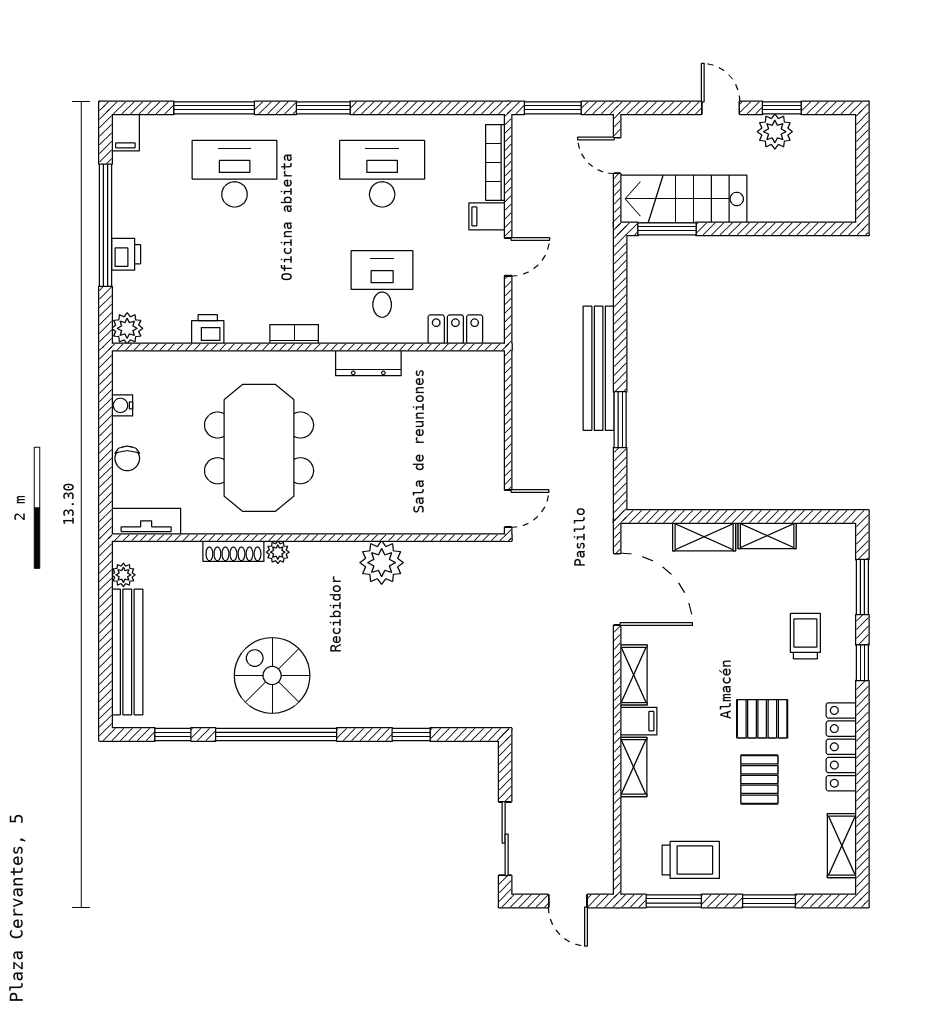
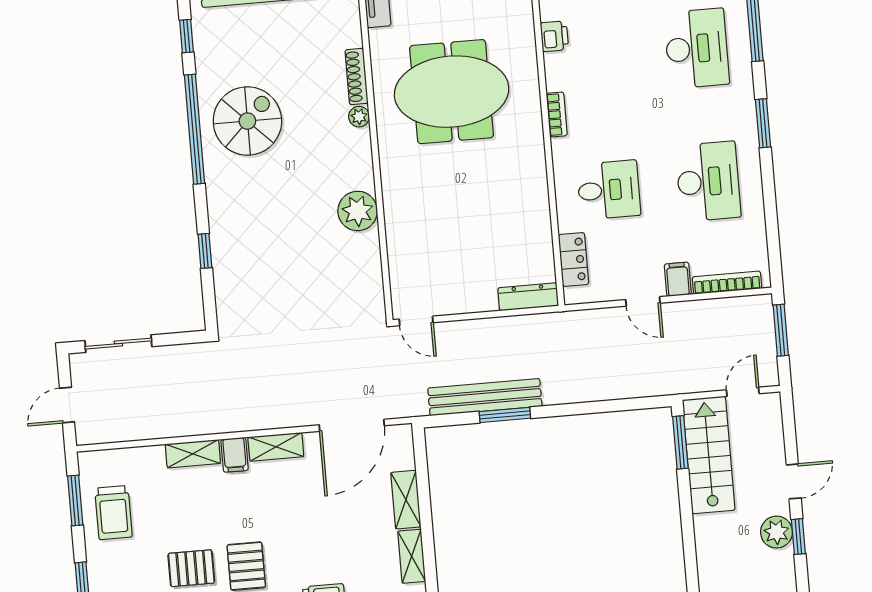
dresser: (368, 363) -> (528, 297), moved, turned 90
bench: (599, 368) -> (485, 397), moved

